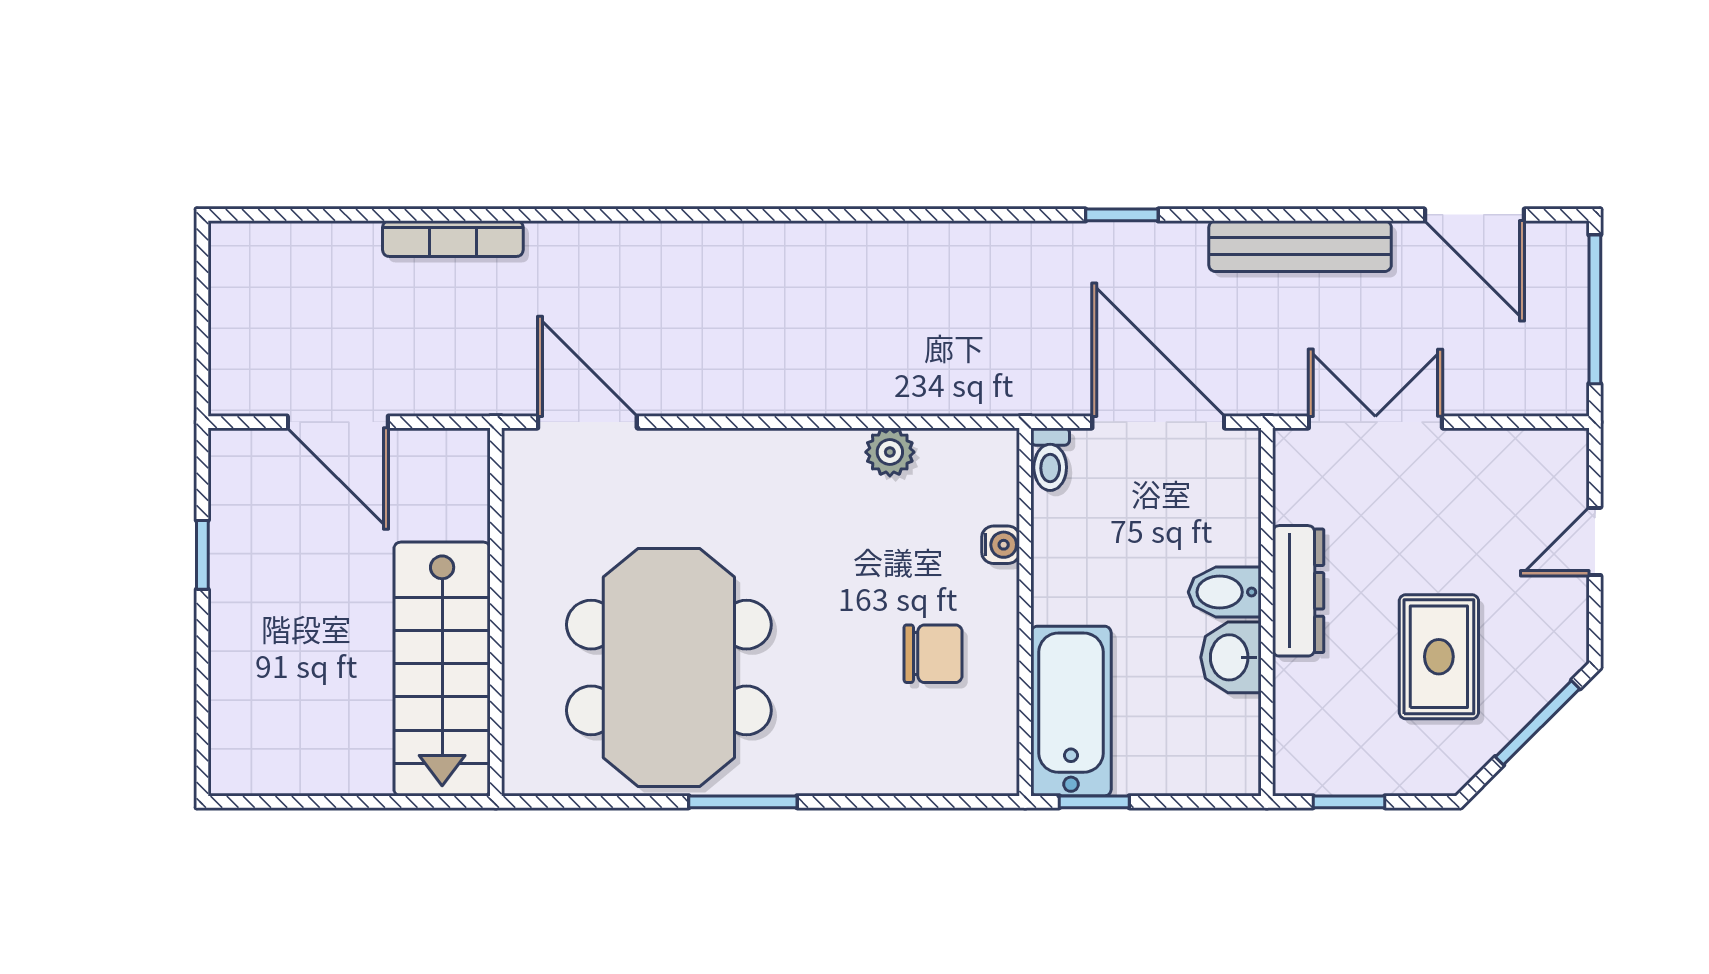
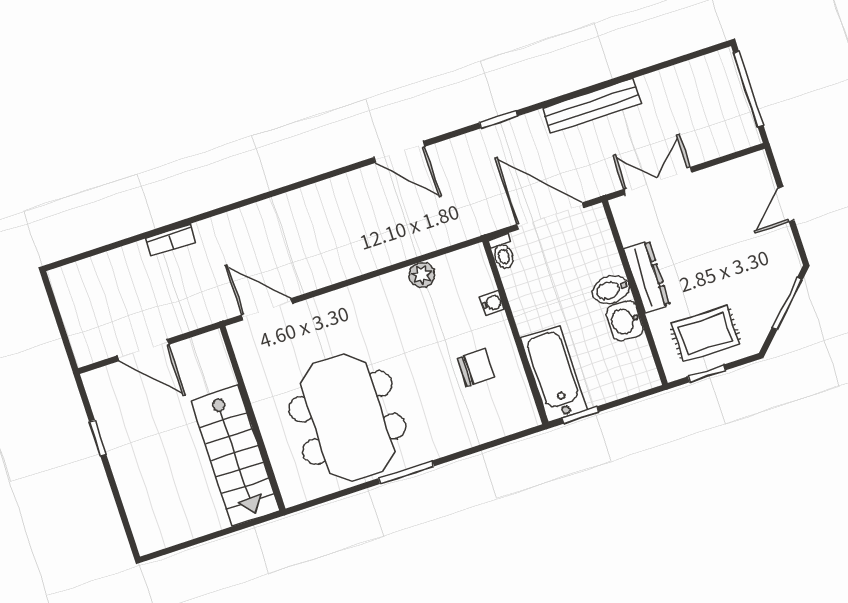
door: (1474, 215) -> (399, 152), moved
bookcase: (453, 239) -> (170, 240), width x0.64
rug: (1439, 657) -> (705, 334), moved, turned 90

